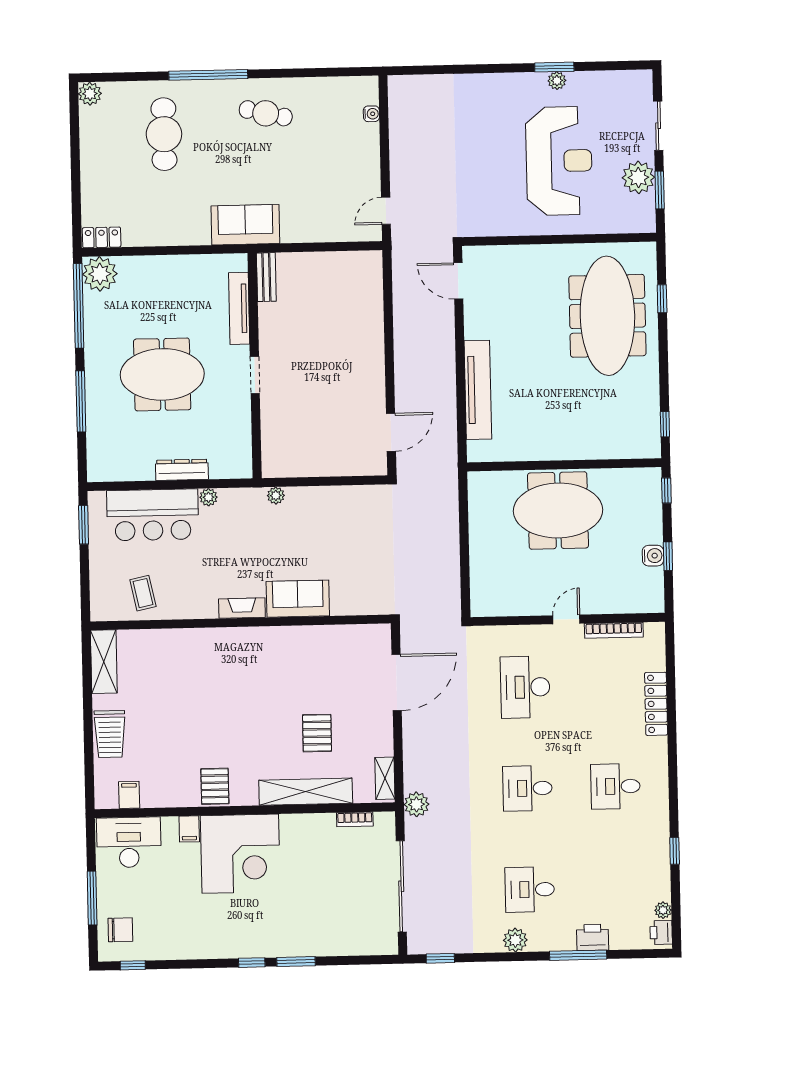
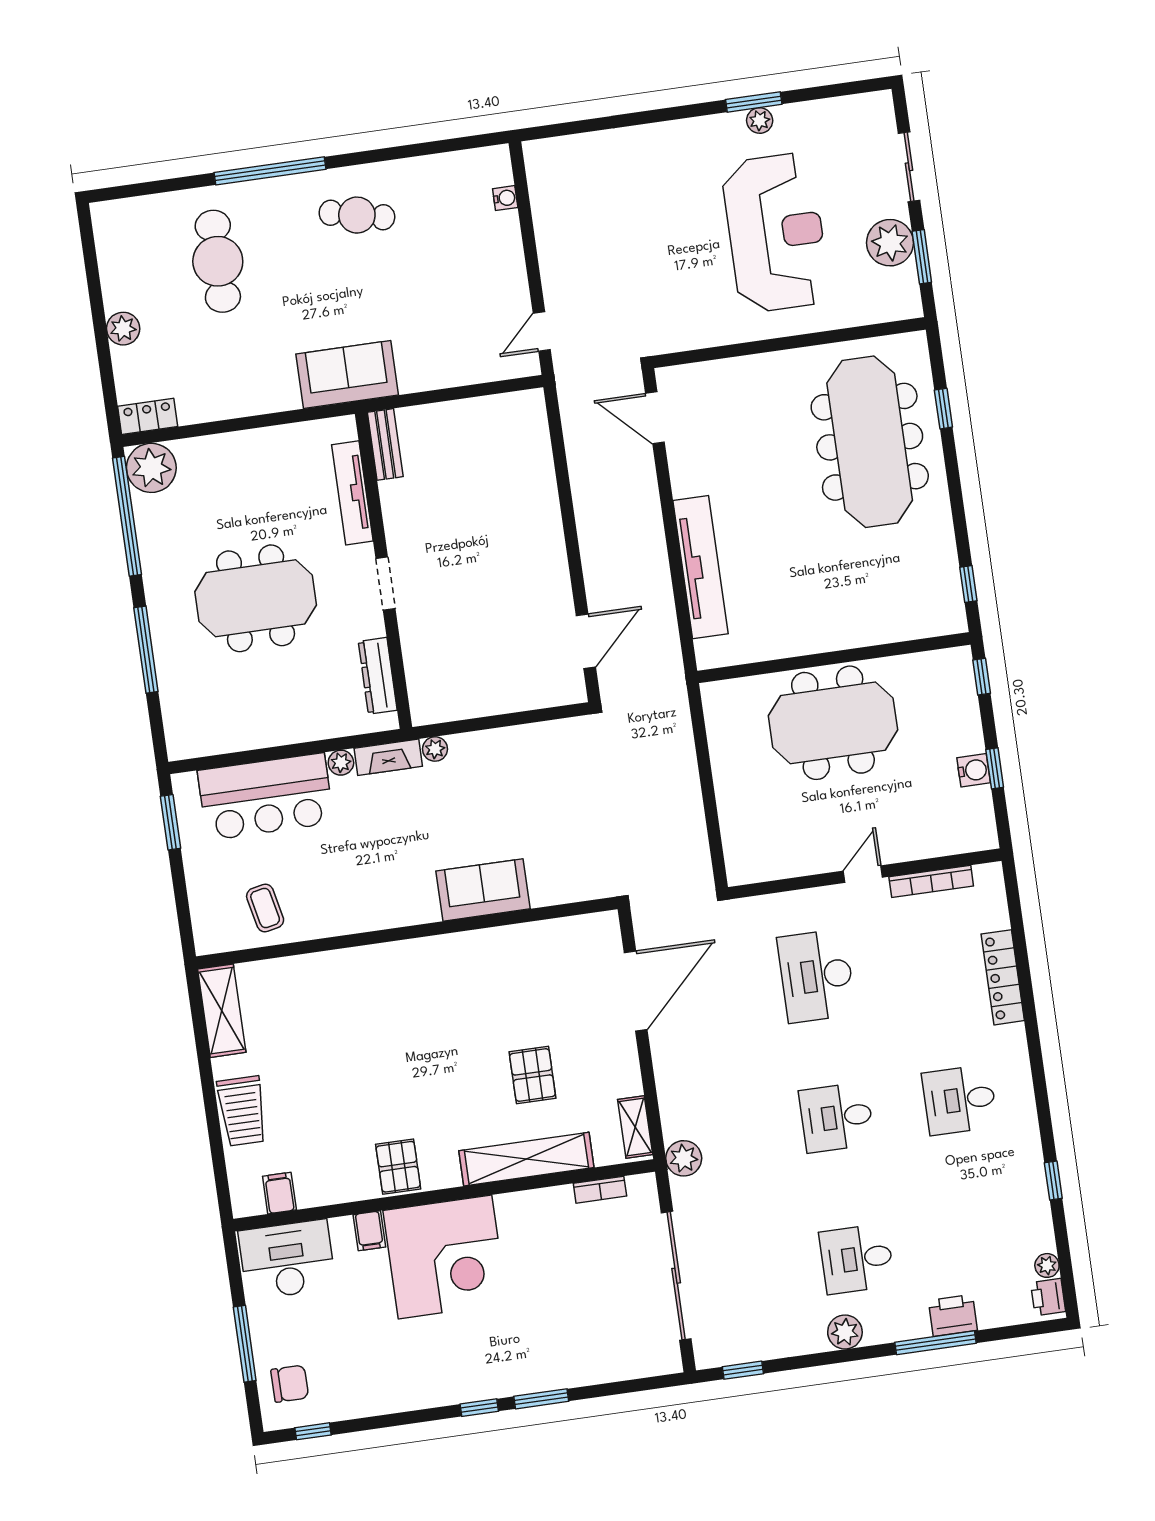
plant: (90, 94) -> (123, 329), moved
dresser: (182, 470) -> (378, 676), moved, turned -90
fireplace: (242, 608) -> (388, 757), moved, turned 180

